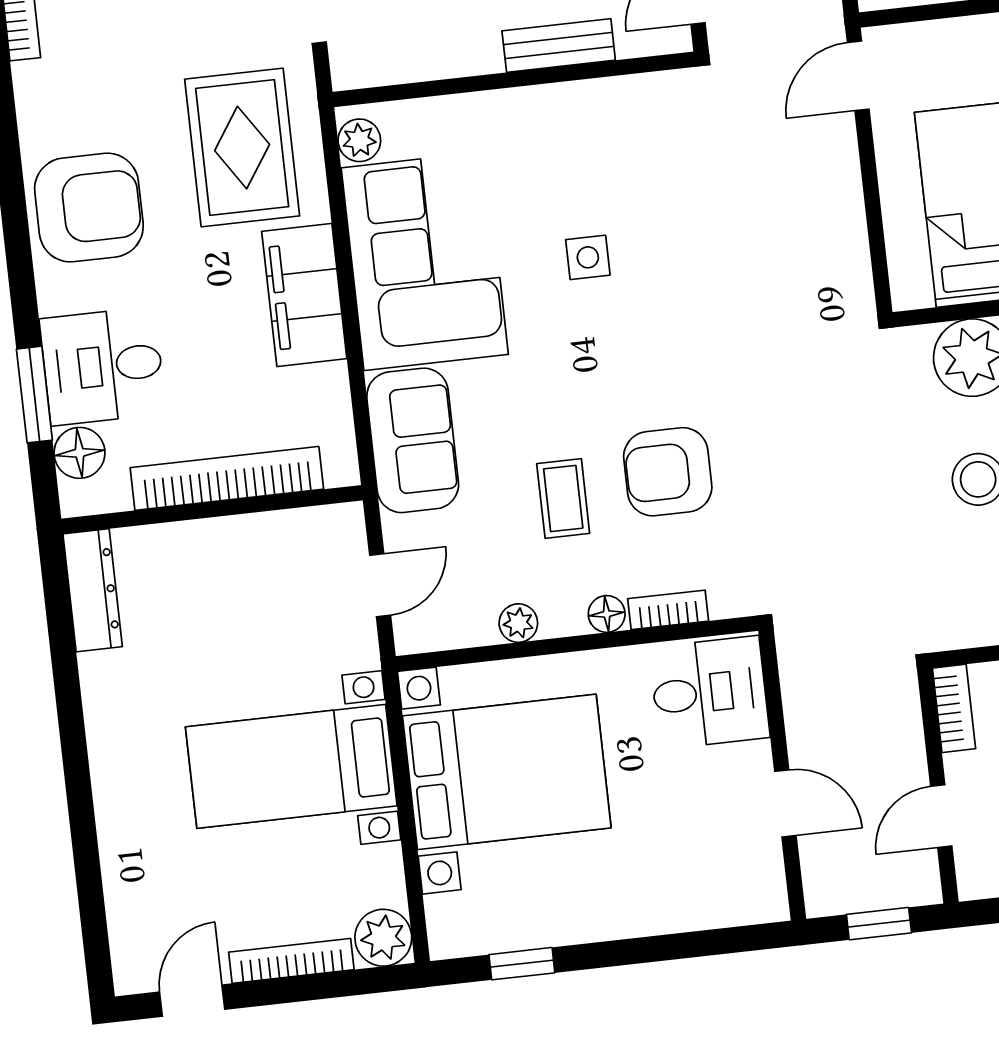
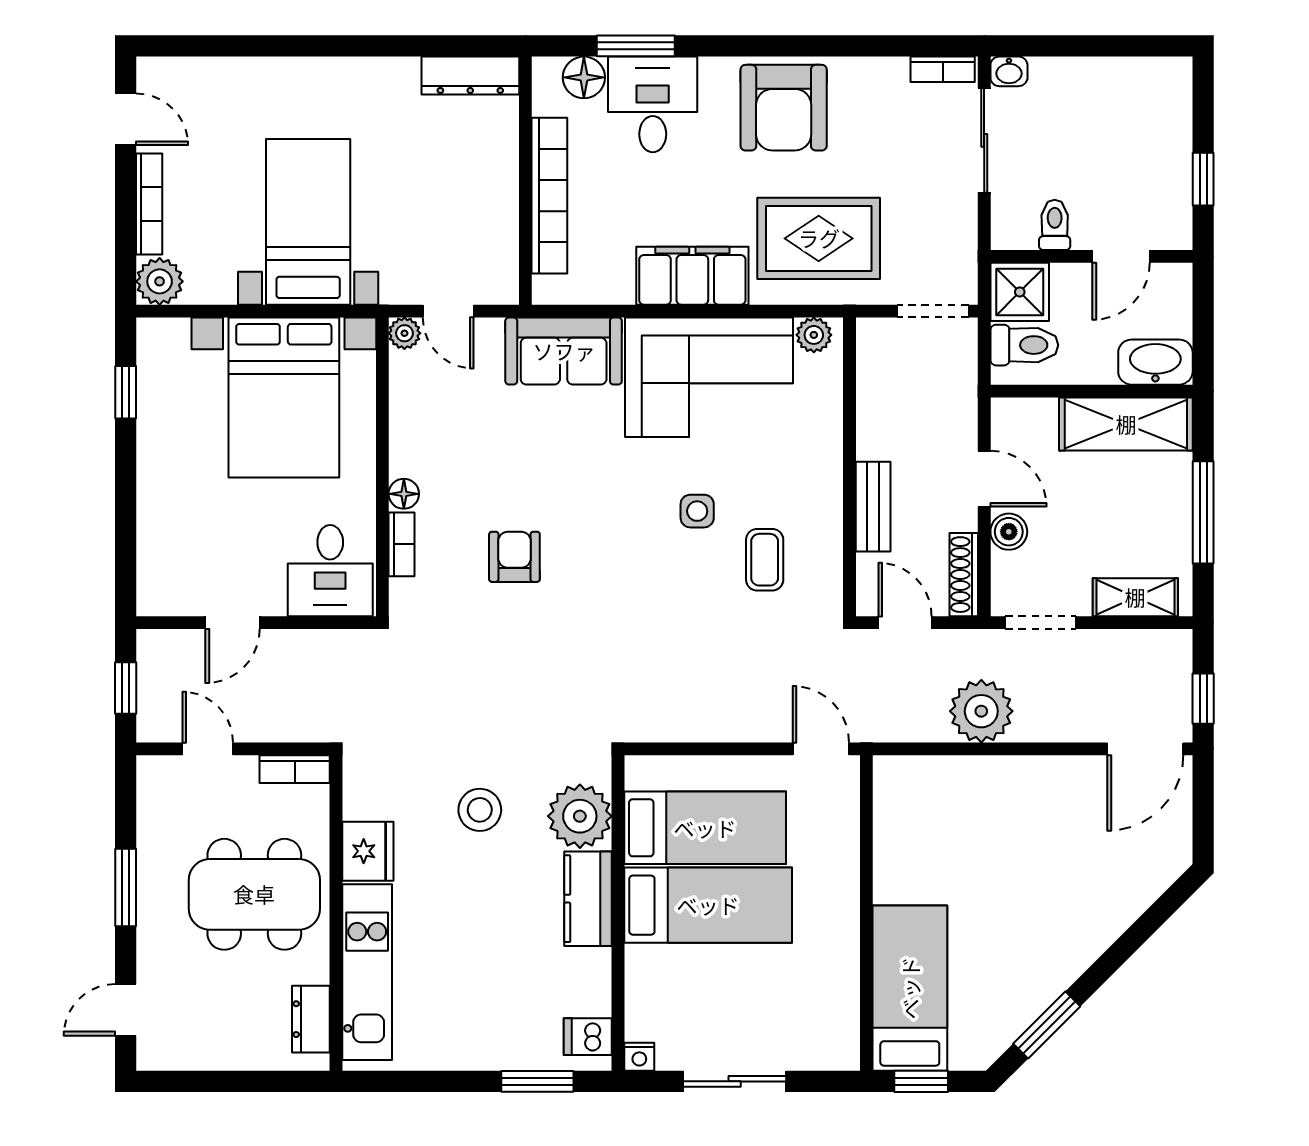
armchair: (668, 472) -> (514, 557), width x0.72, depth x0.72
coffee table: (563, 498) -> (765, 560), moved, turned 90
plant: (518, 623) -> (404, 333), moved

